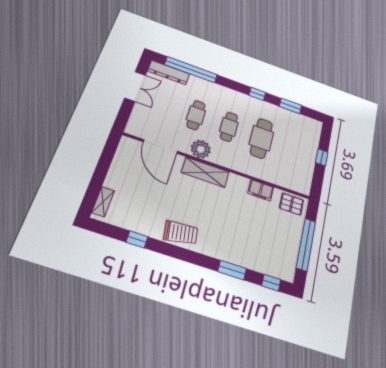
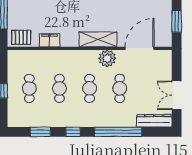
window: (191, 70) -> (118, 132), moved
cafe table: (261, 138) -> (59, 88), width x0.73, depth x0.74
door: (160, 147) -> (140, 48), hinge flipped
cafe table: (293, 150) -> (29, 88), added
window: (106, 160) -> (177, 21), added

